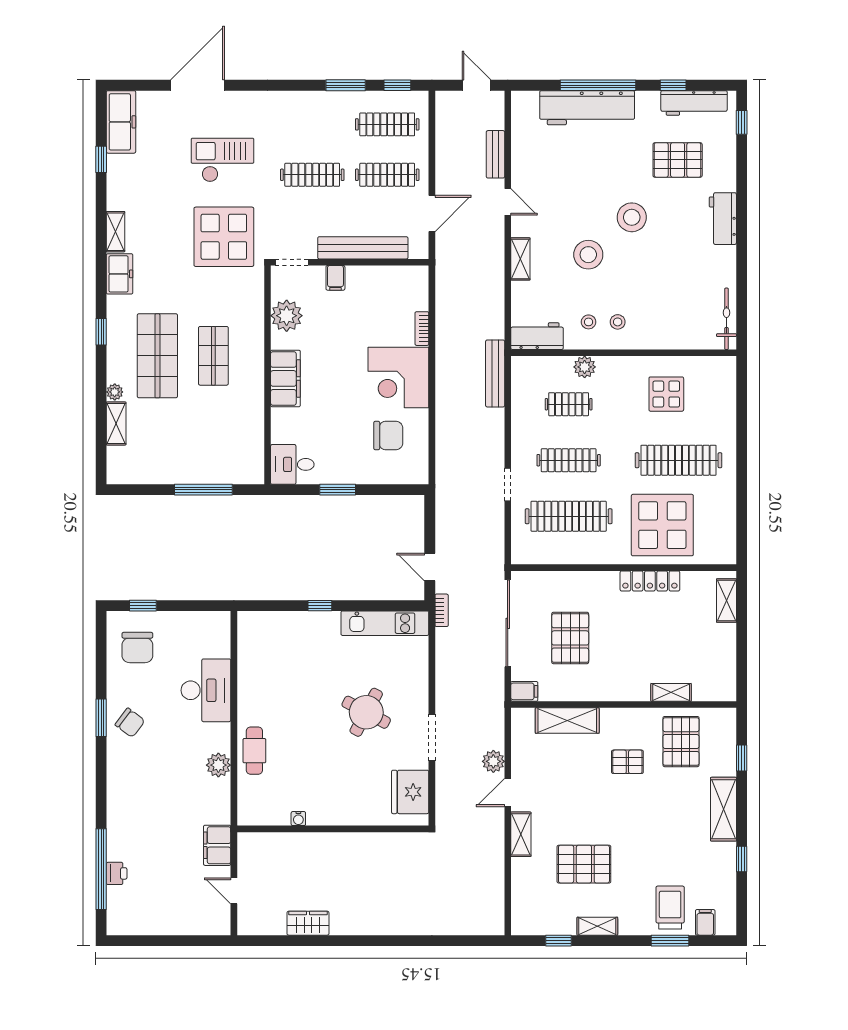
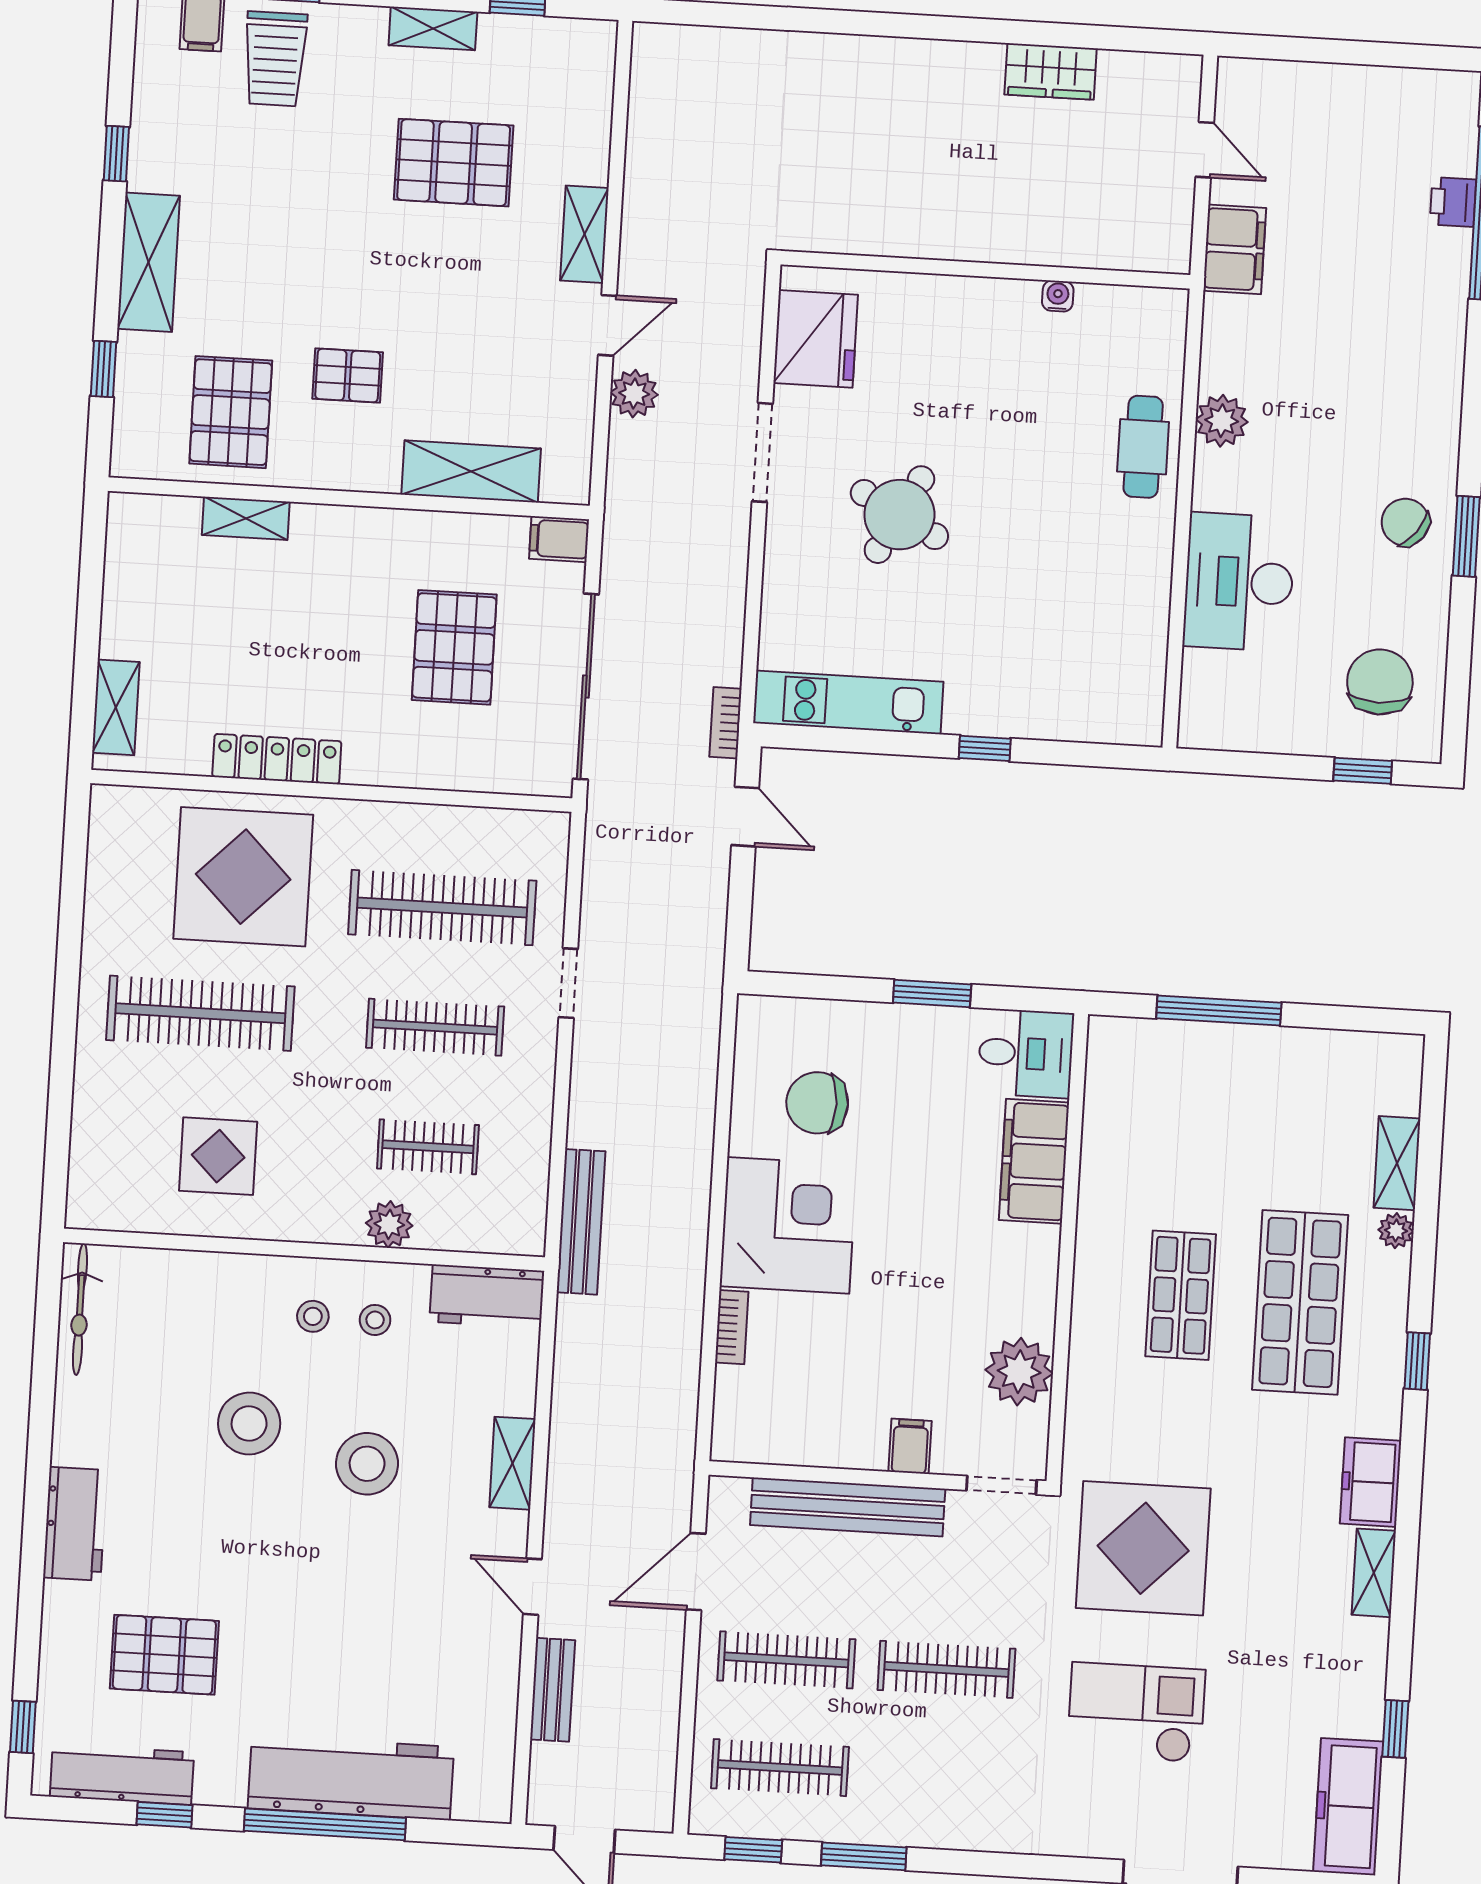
checkout: (222, 160) -> (1136, 1712), turned 180
stool: (632, 217) -> (249, 1424), moved
filing cabinet: (285, 378) -> (1034, 1161), moved

